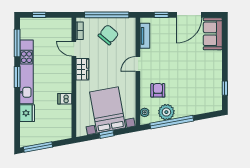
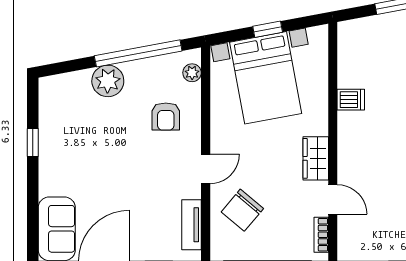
chair: (108, 35) -> (242, 210), moved
window: (225, 88) -> (33, 142), moved
plant: (166, 112) -> (108, 81), moved

